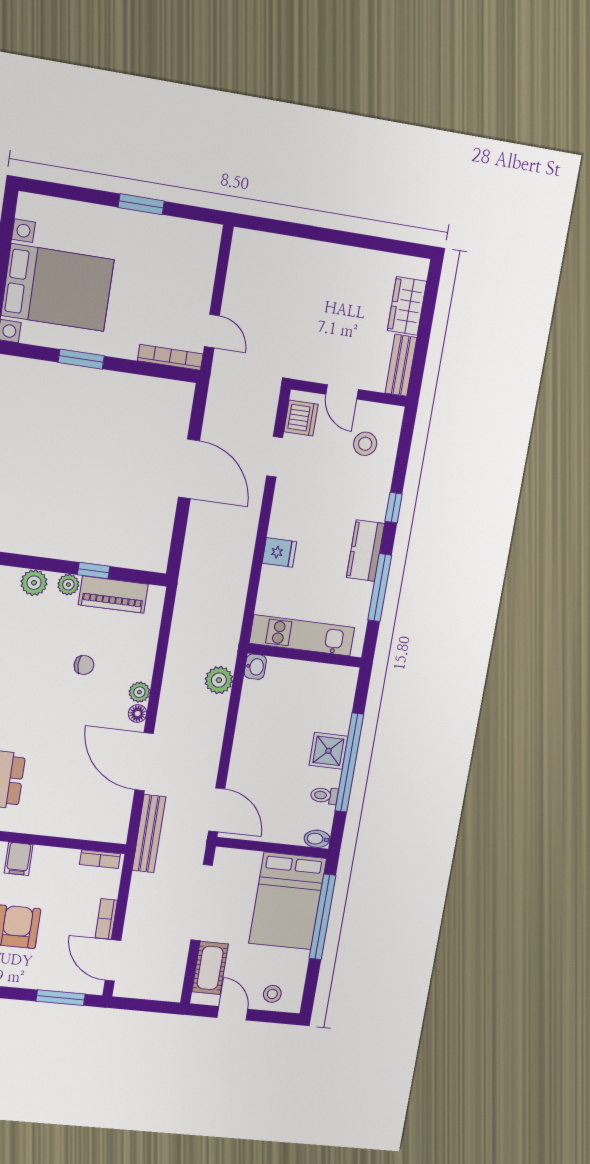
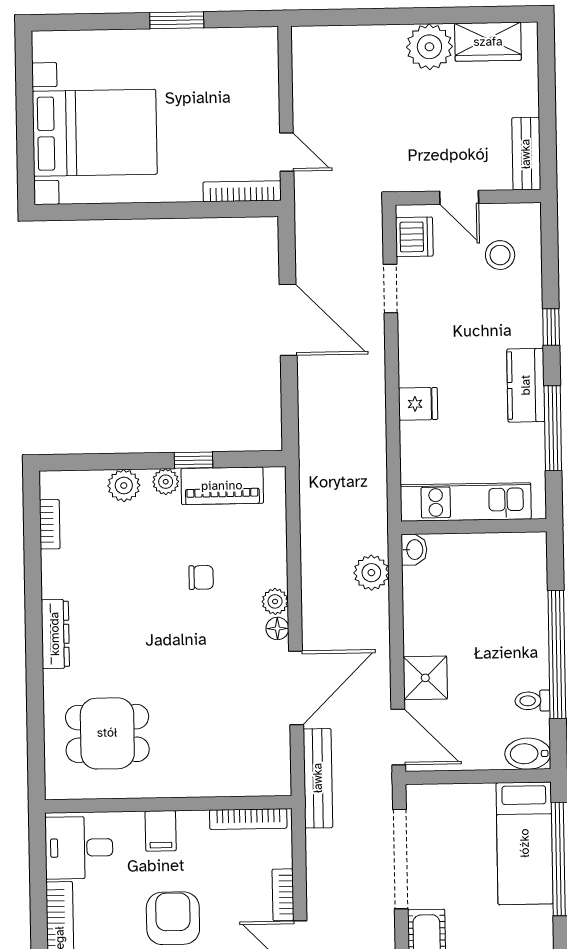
plant: (341, 264) -> (429, 47), added
wardrobe: (407, 306) -> (488, 42), moved, turned -90
window: (81, 359) -> (136, 211), removed
shower: (328, 751) -> (425, 678), moved
door: (144, 762) -> (296, 688), swing flipped
bidet: (317, 839) -> (528, 754), width x1.38, depth x1.36
bookcase: (100, 859) -> (248, 819), width x1.56
bed: (288, 901) -> (525, 843), width x0.67

